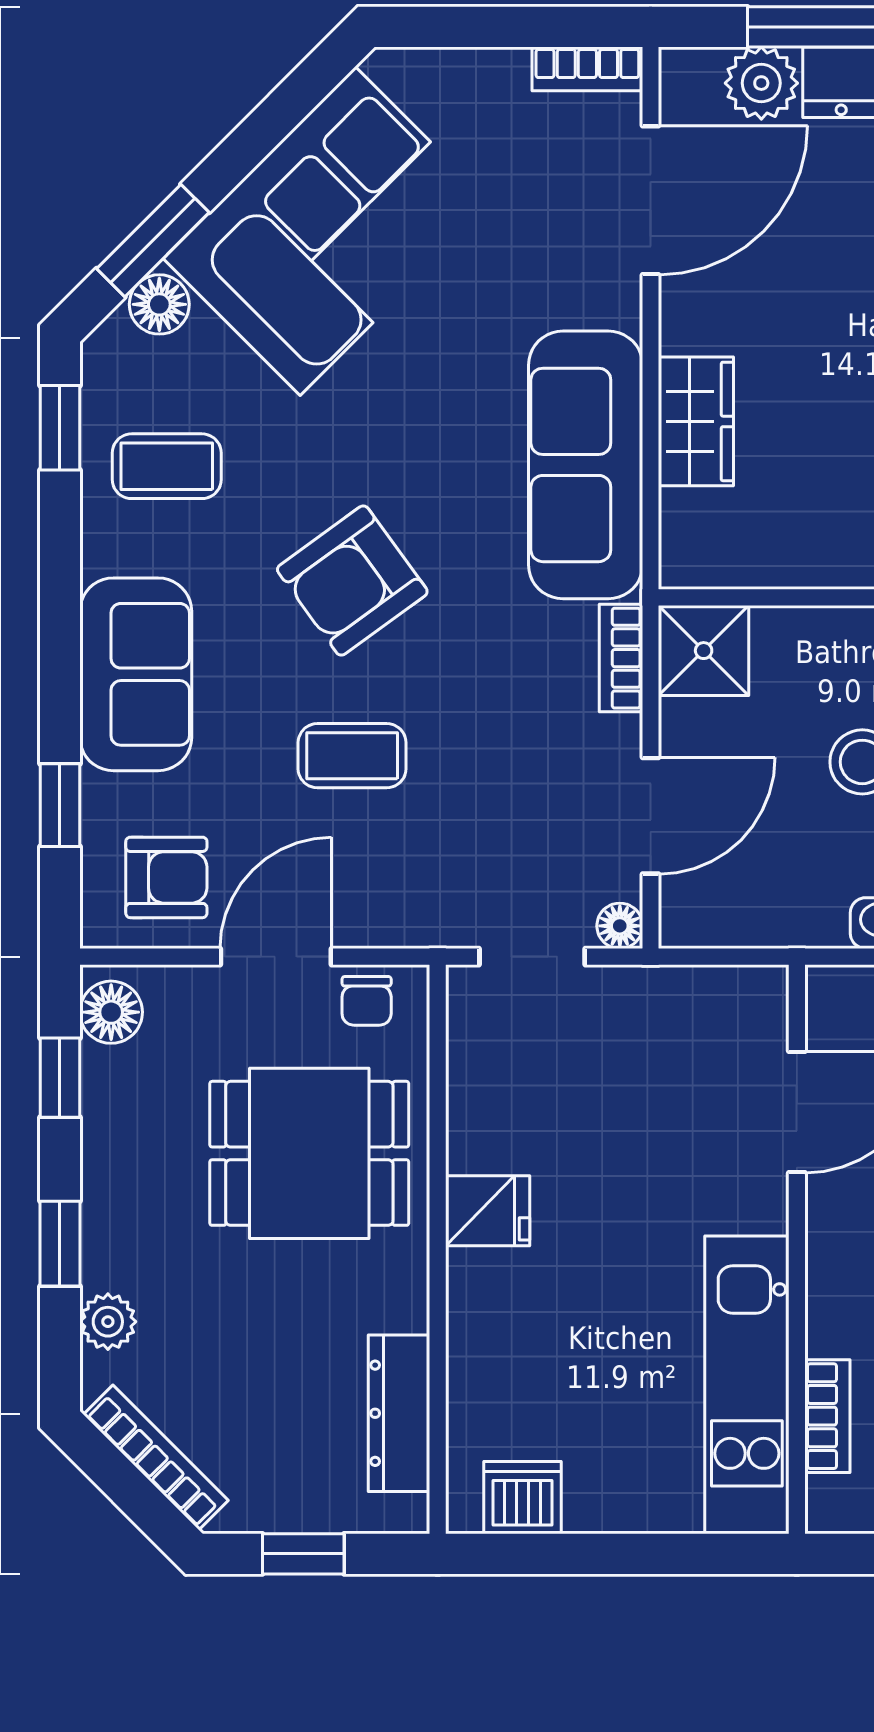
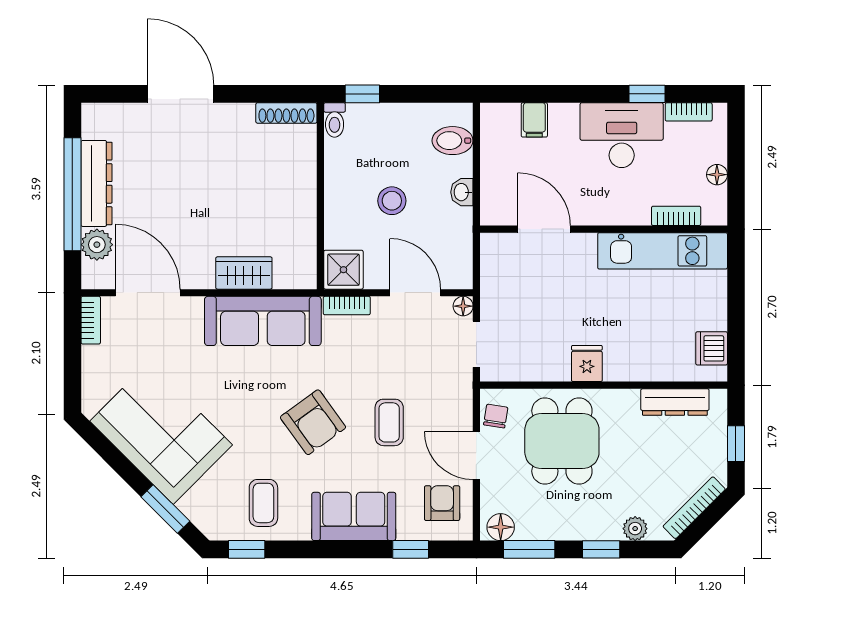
floor lamp: (159, 304) -> (193, 506), removed
chair: (367, 1001) -> (496, 416), turned -81
window: (60, 1078) -> (529, 549), width x1.50

